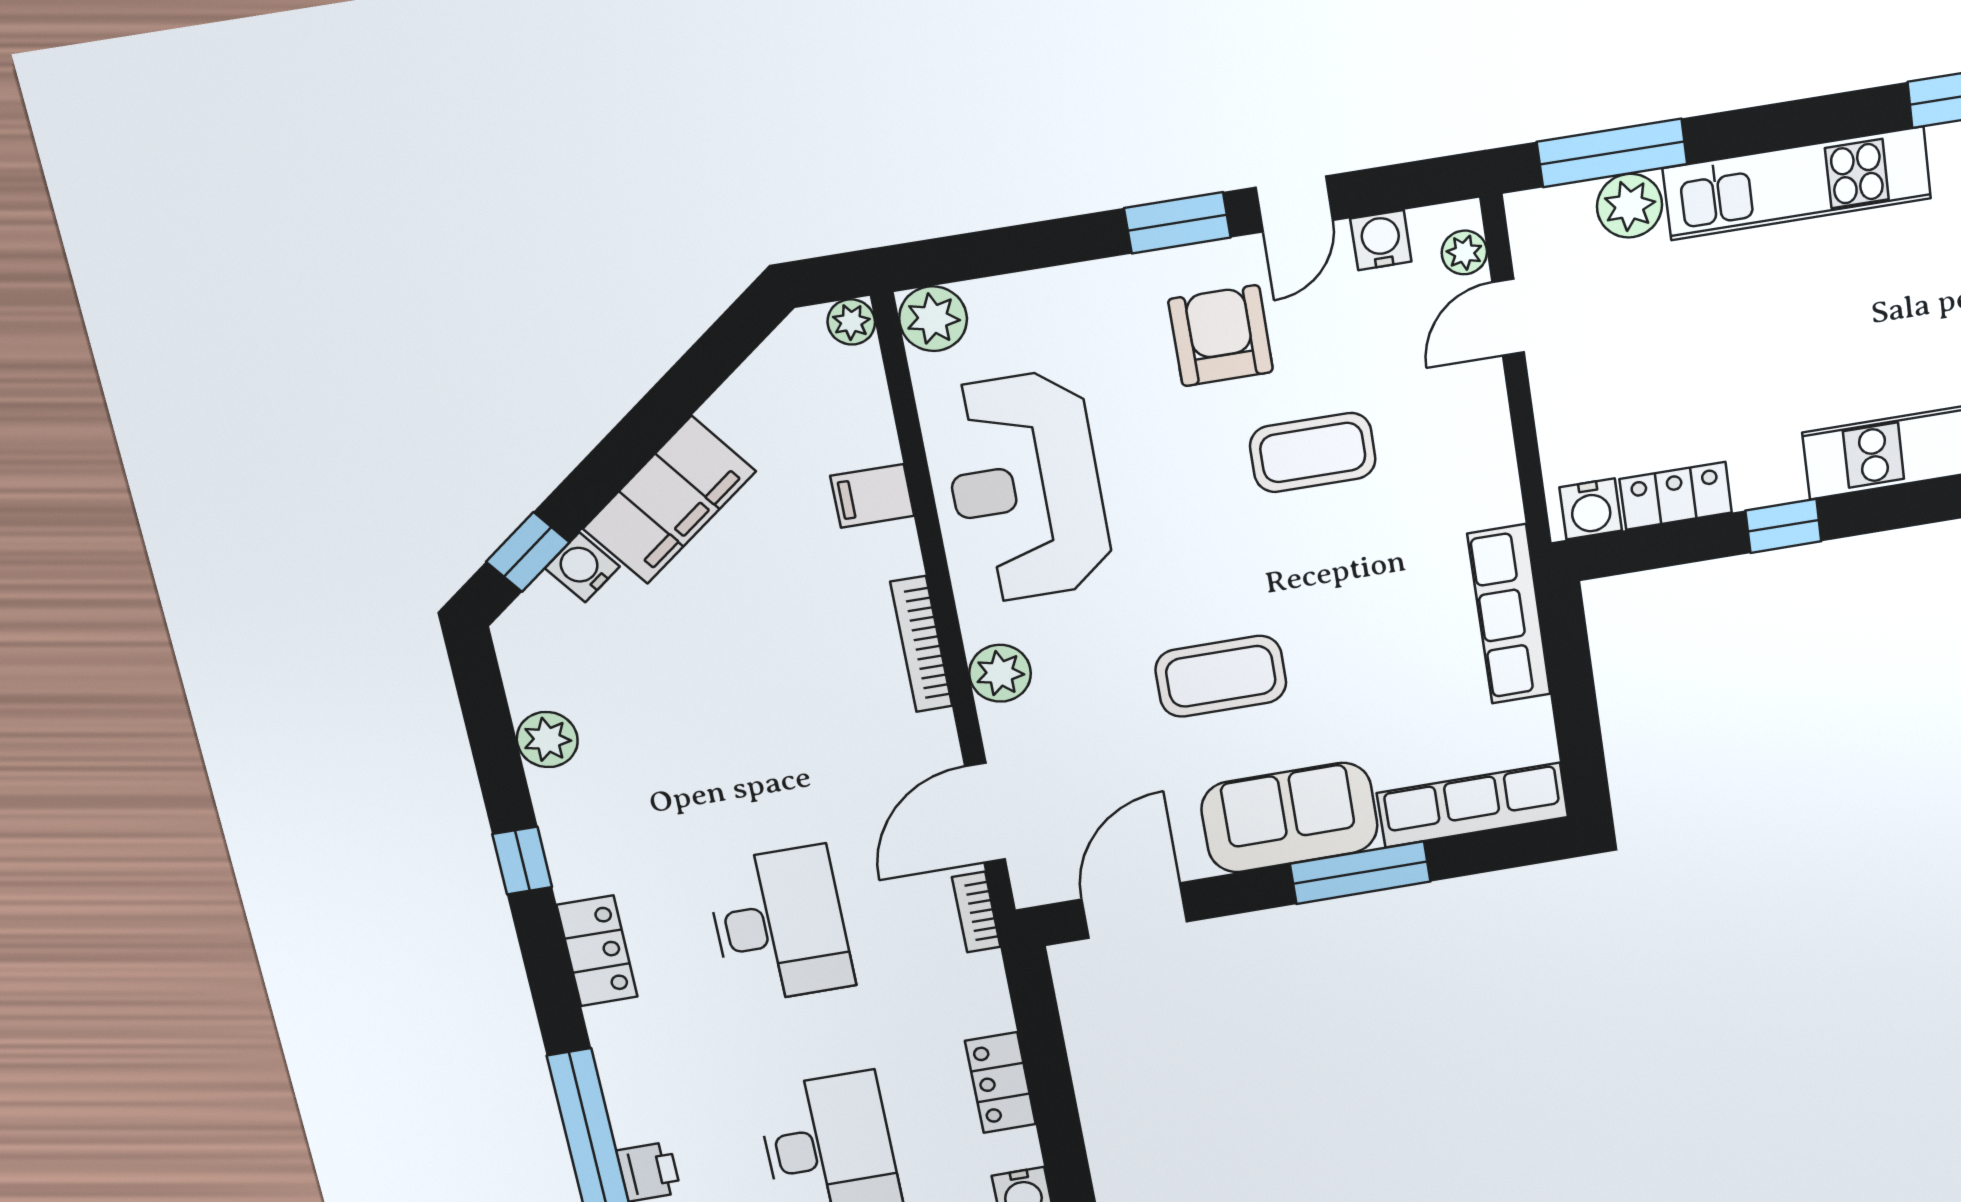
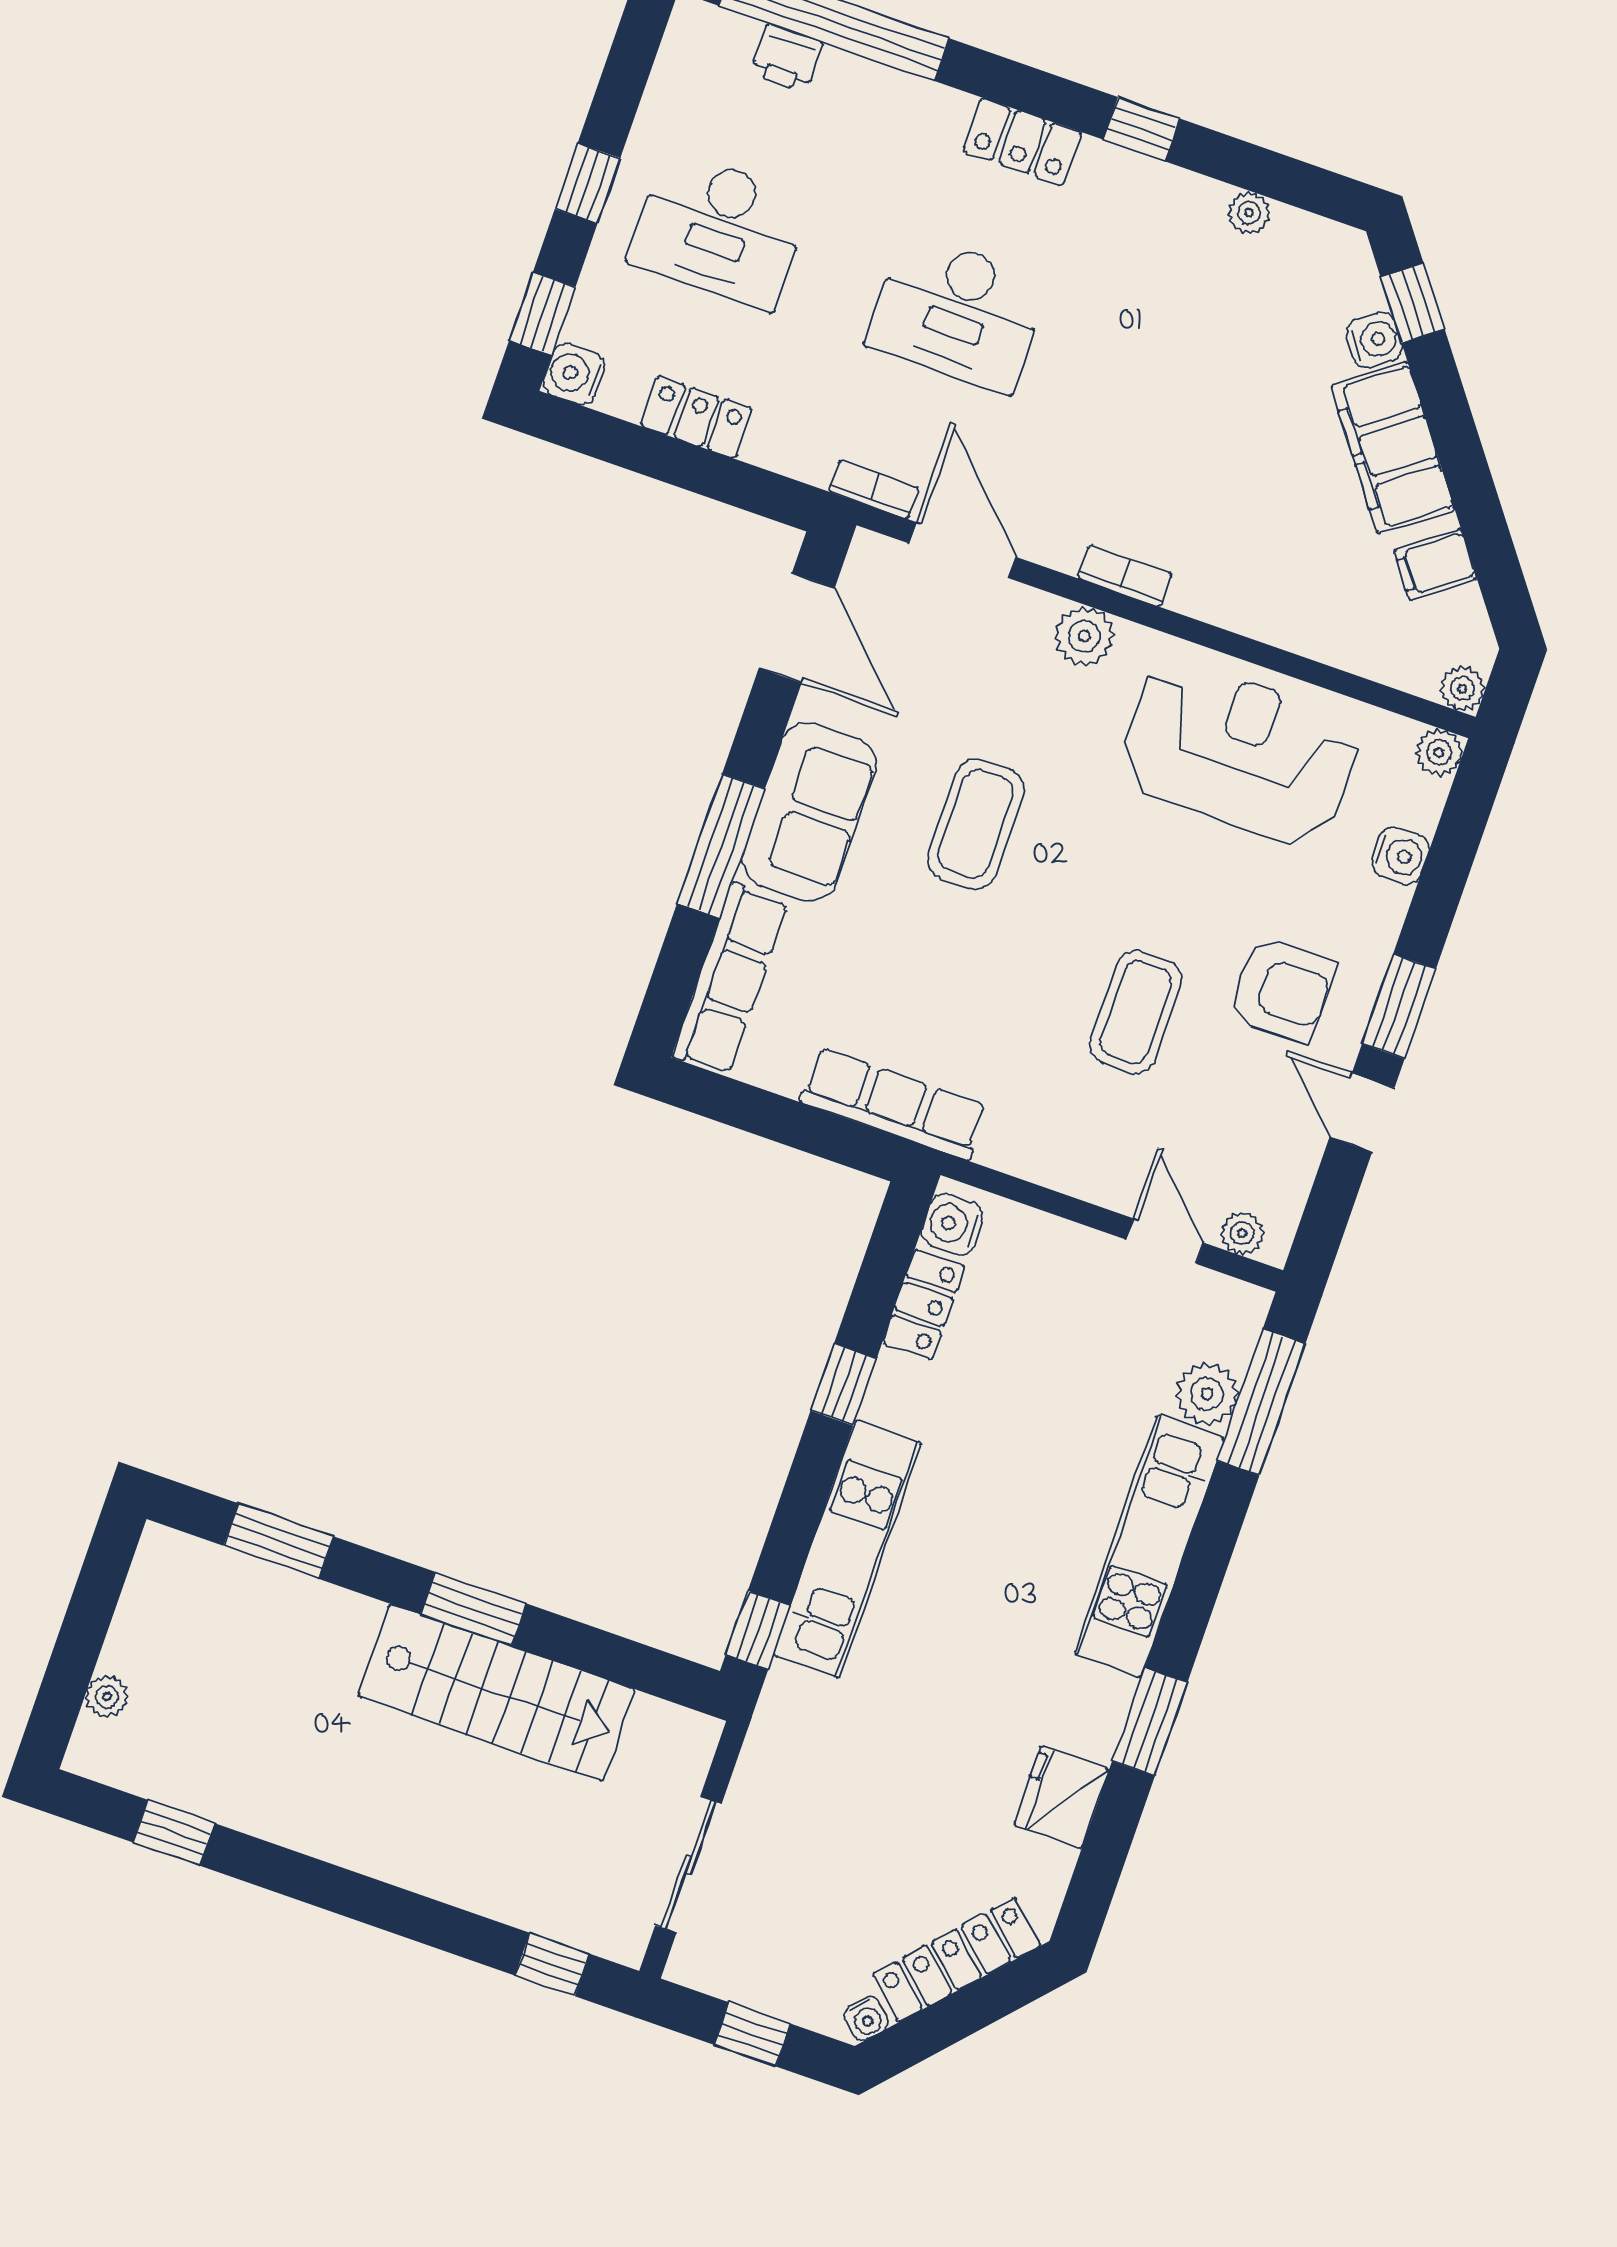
water cooler: (1381, 240) -> (1400, 856), moved
plant: (933, 319) -> (1439, 752), width x0.73, depth x0.73
filing cabinet: (872, 496) -> (1435, 565), moved, turned -127
bookcase: (921, 644) -> (1125, 576), width x0.64
plant: (547, 740) -> (1249, 213), width x0.73, depth x0.73

